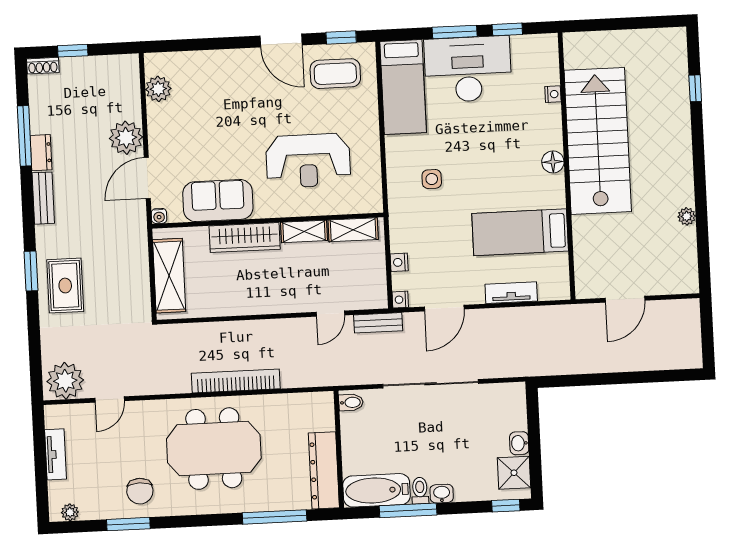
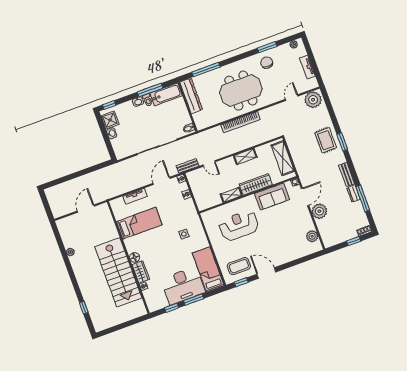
wardrobe: (549, 127) -> (141, 272), added
shelving: (353, 230) -> (245, 157), moved
door: (330, 314) -> (209, 163), swing flipped

